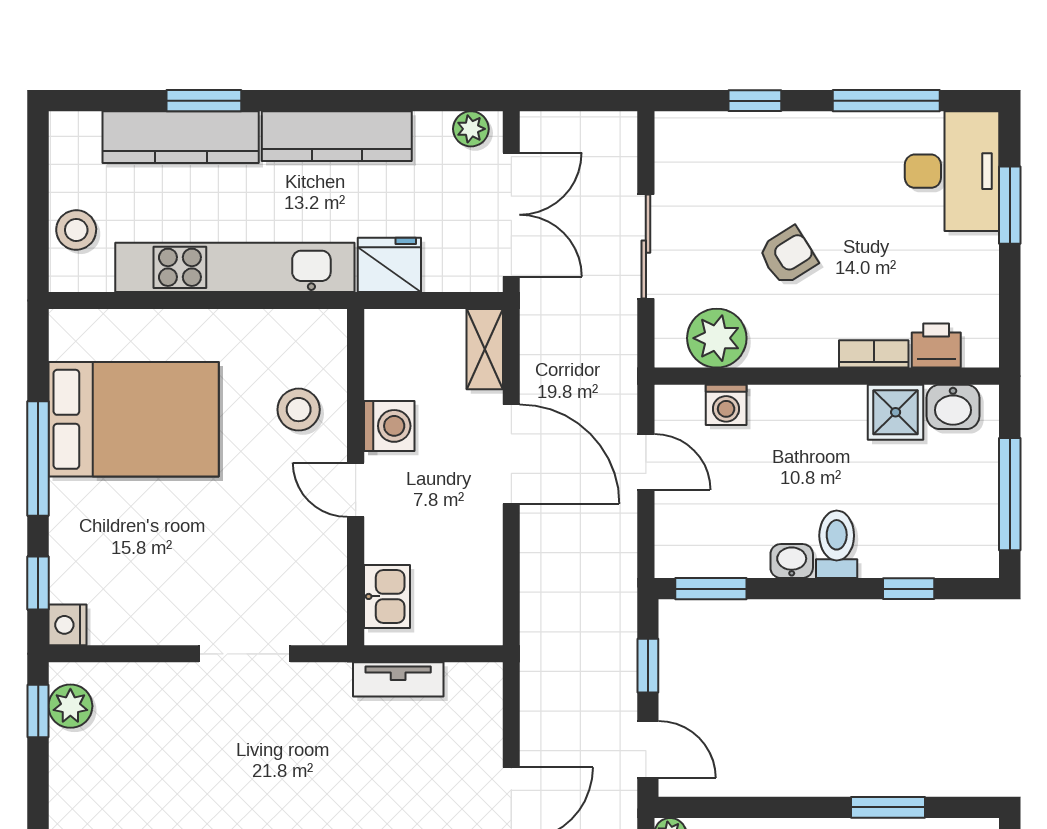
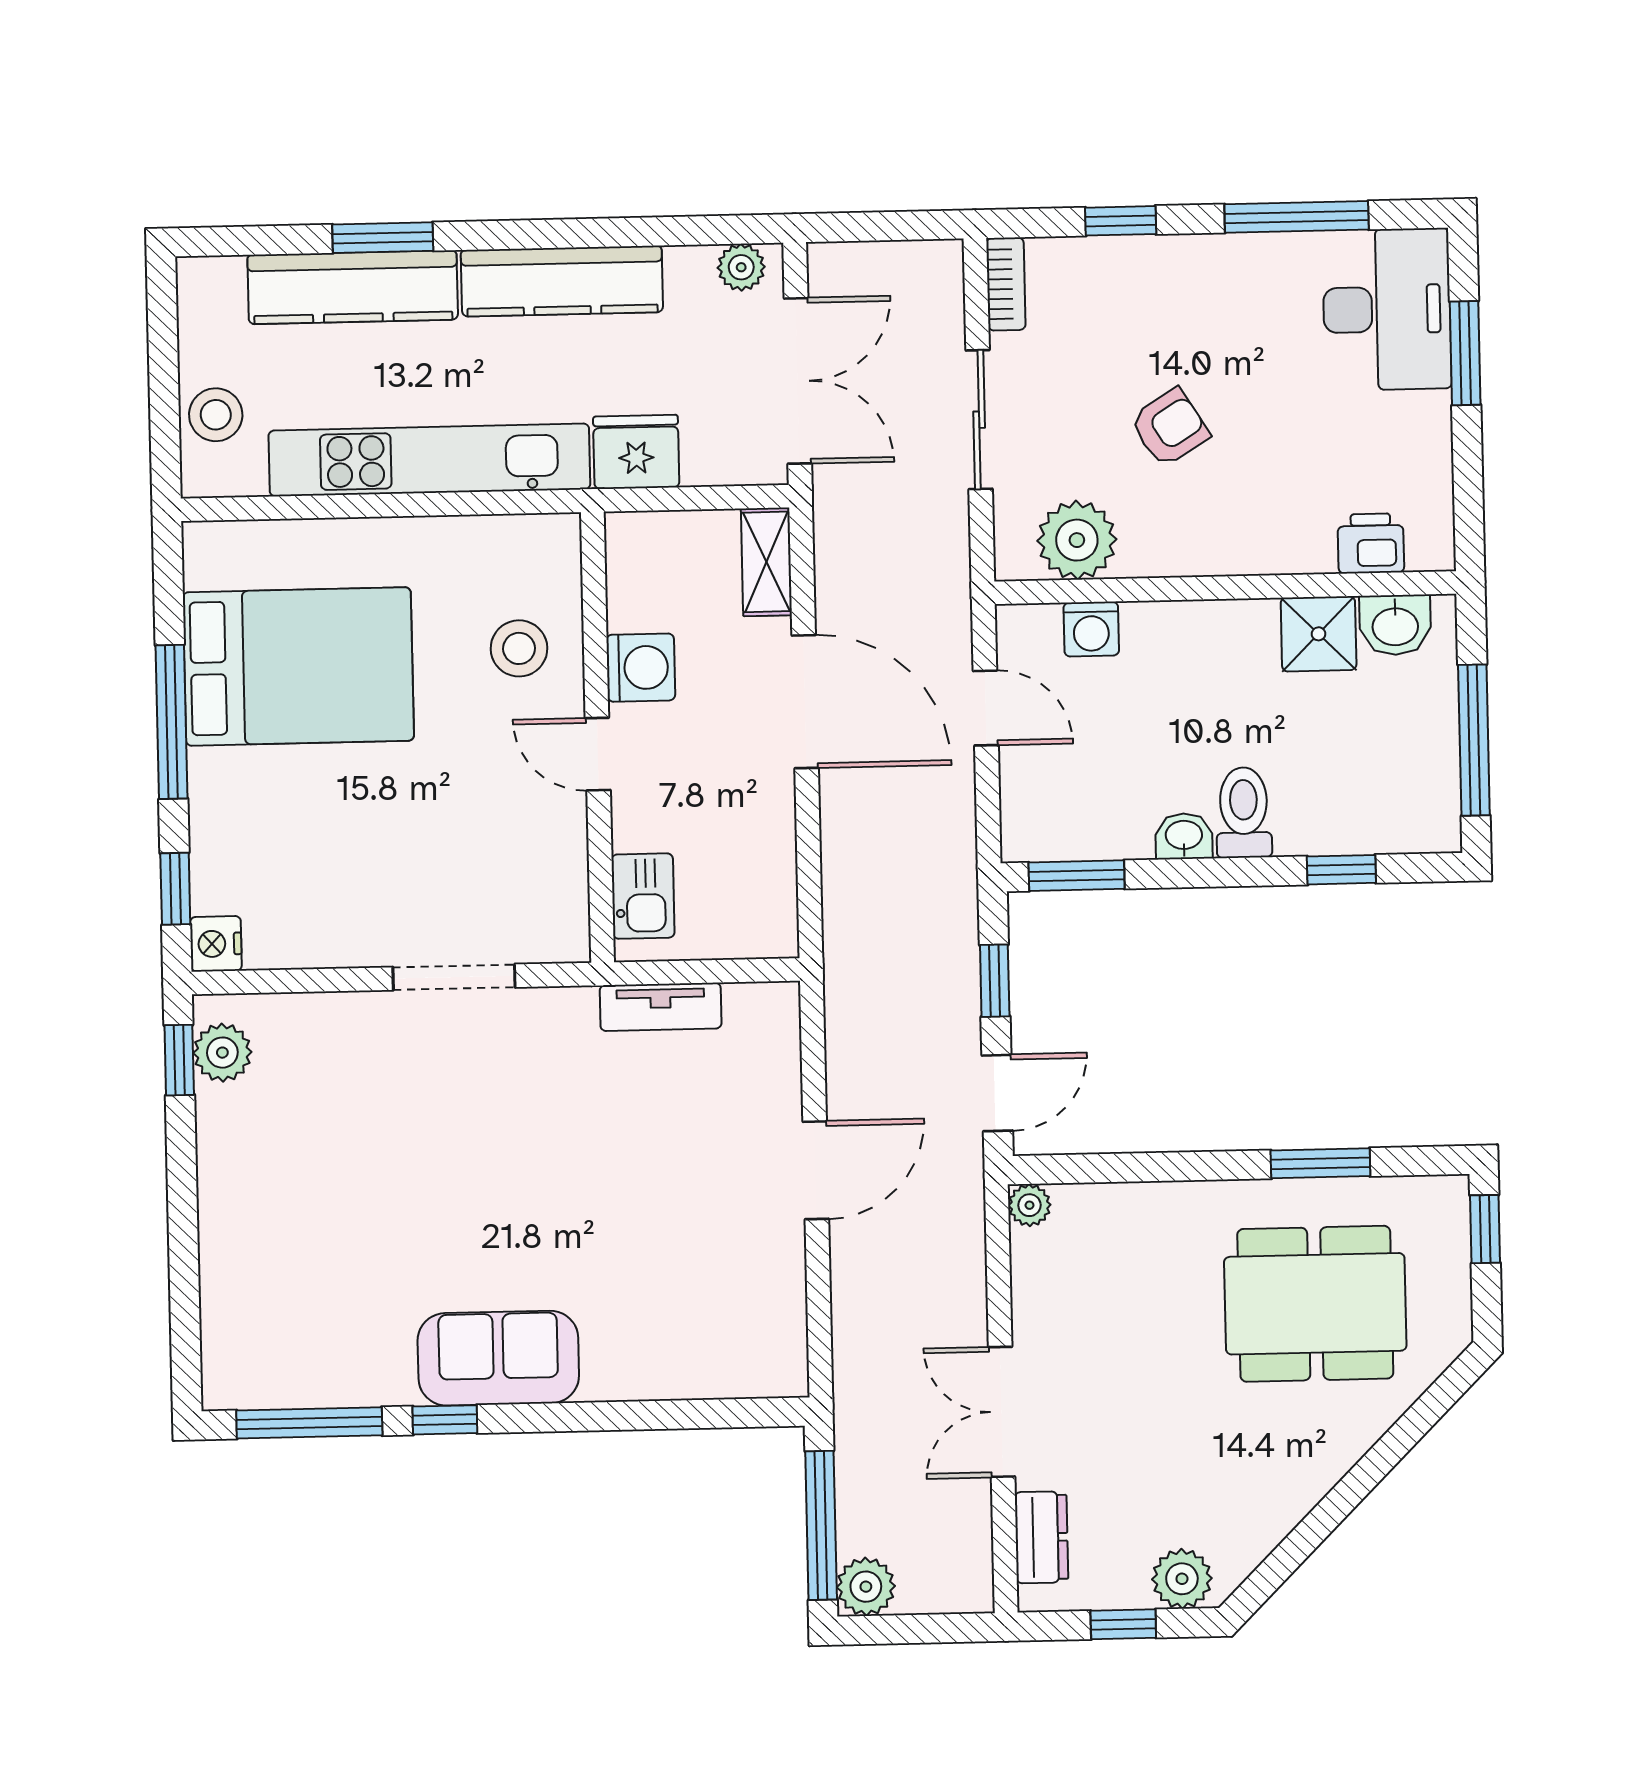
bookcase: (874, 354) -> (1006, 284), moved, turned 90
door: (648, 749) -> (997, 1093), hinge flipped

